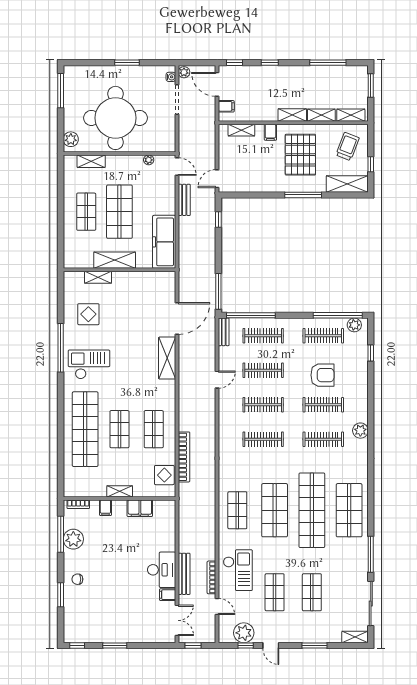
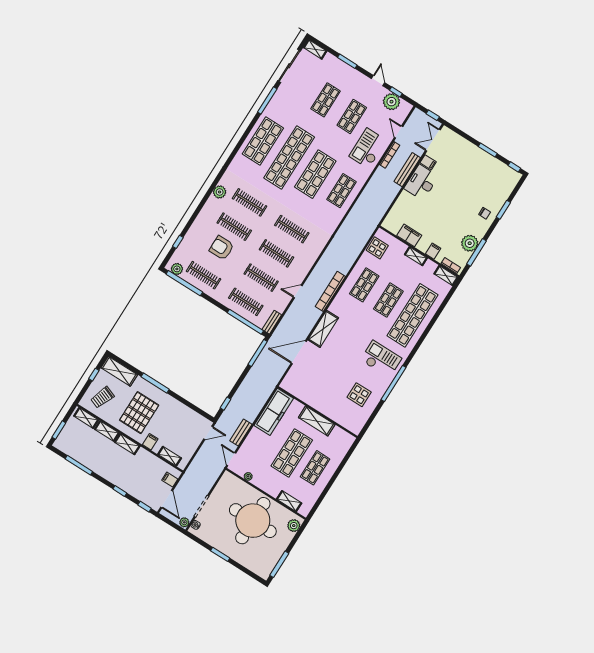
shelving: (98, 277) -> (446, 276), moved
checkout: (89, 364) -> (381, 359), turned 180
bookcase: (184, 457) -> (330, 291), moved

